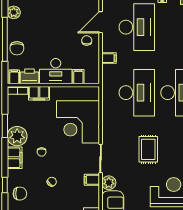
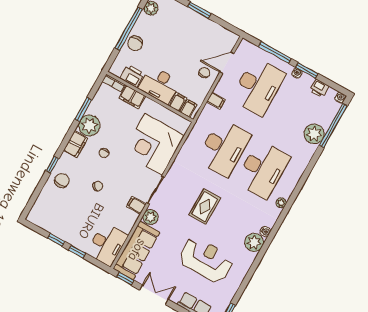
filing cabinet: (14, 77) -> (188, 108), moved
chair: (20, 194) -> (62, 181), turned -90

